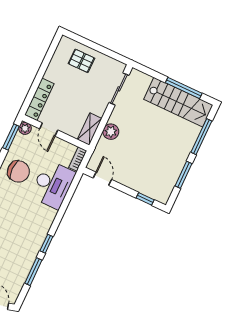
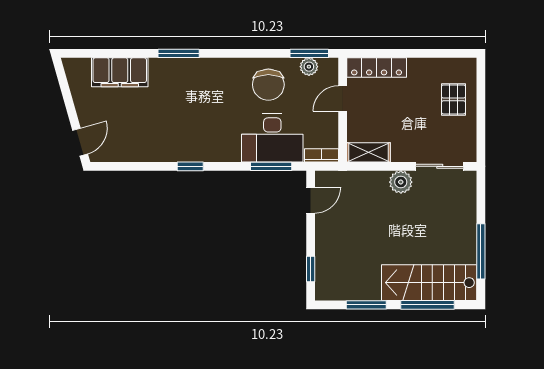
stairs: (178, 102) -> (429, 283), moved, turned 90
plant: (25, 128) -> (309, 67), moved
plant: (111, 132) -> (401, 182), moved
window: (33, 272) -> (271, 166), moved

